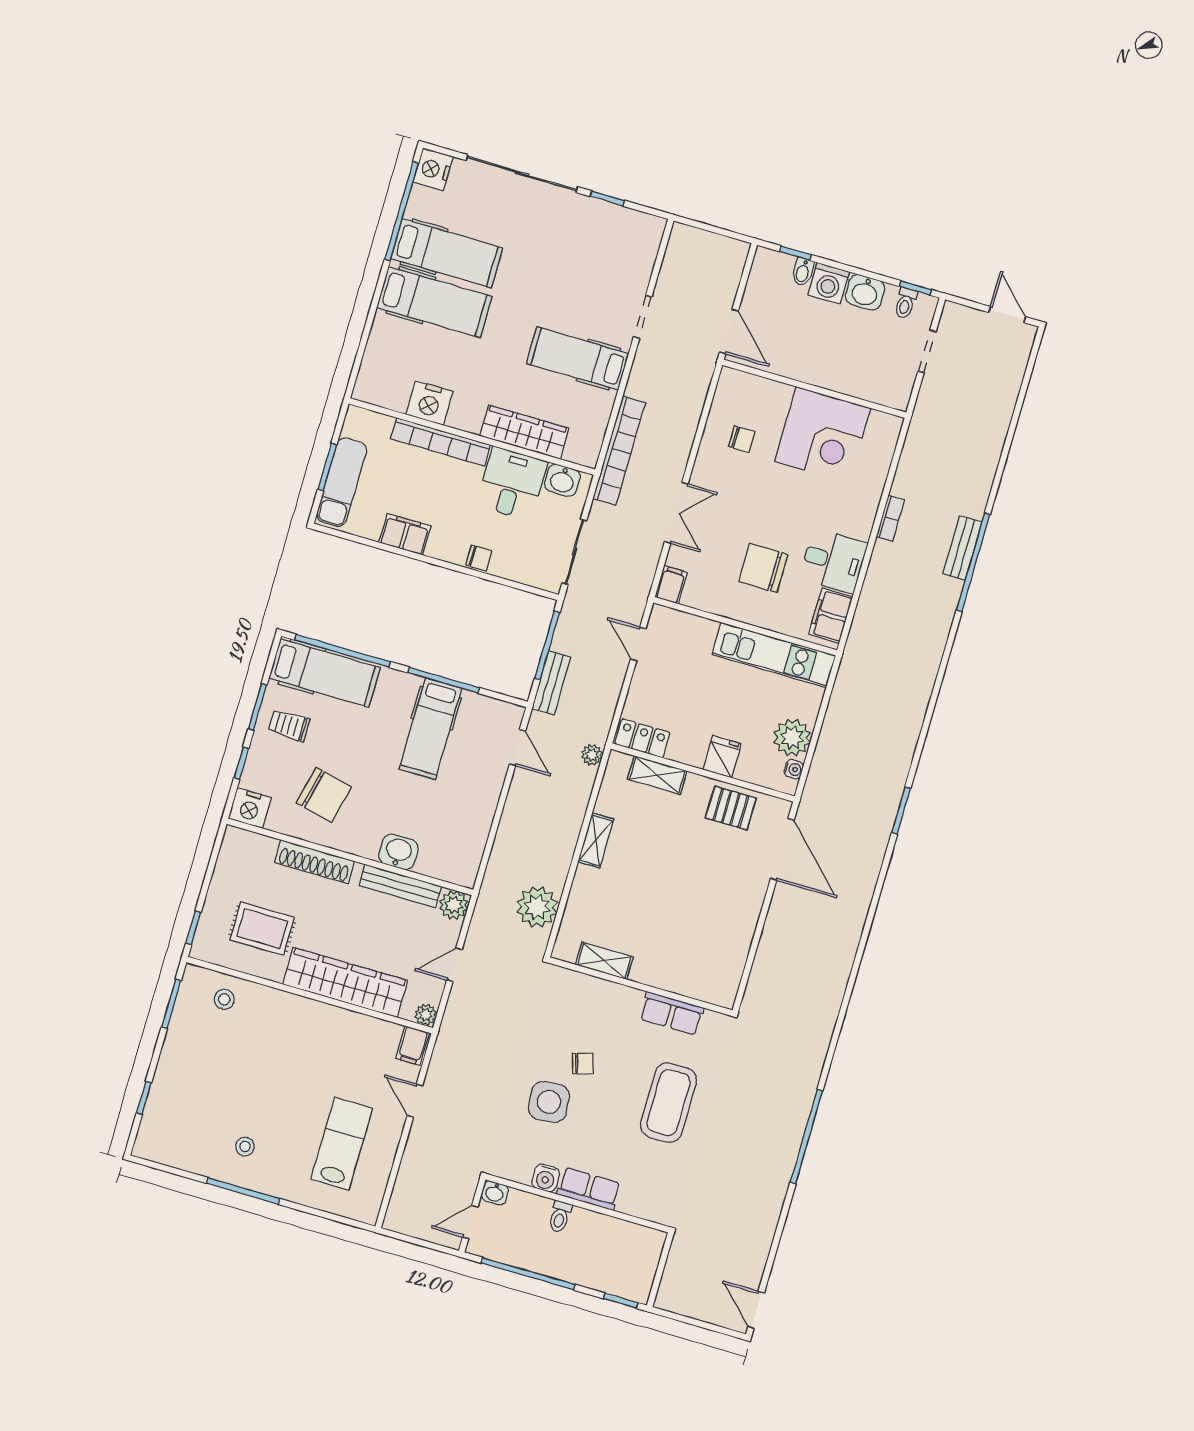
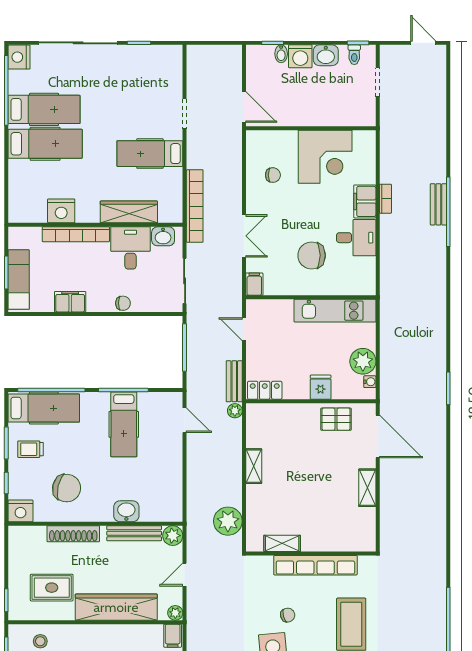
filing cabinet: (831, 616) -> (365, 201), moved
bench: (551, 683) -> (234, 381), moved
shelving: (657, 775) -> (367, 488), moved, turned 90
row of seats: (672, 1013) -> (315, 565), width x2.02

